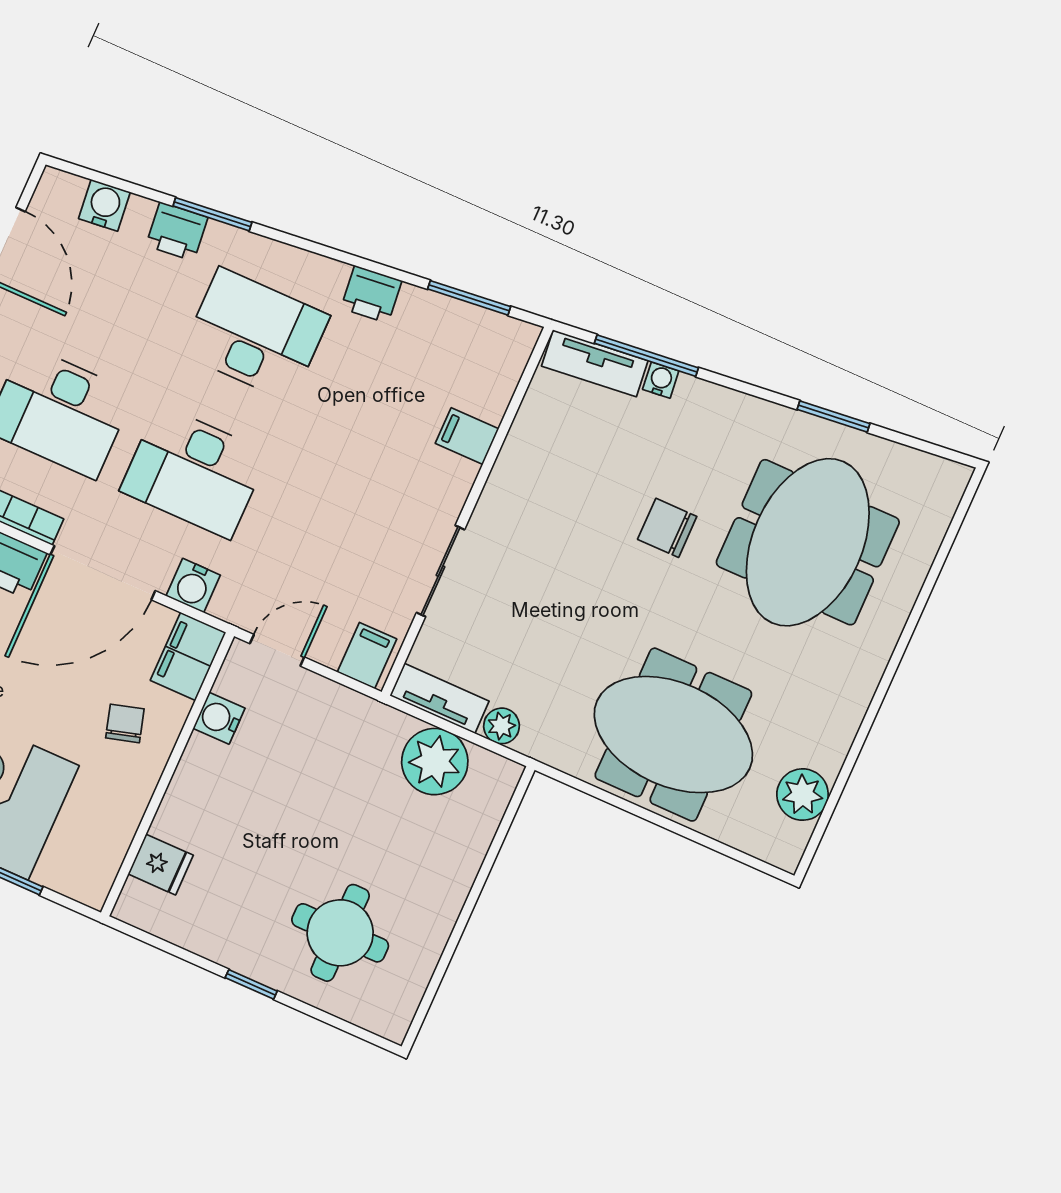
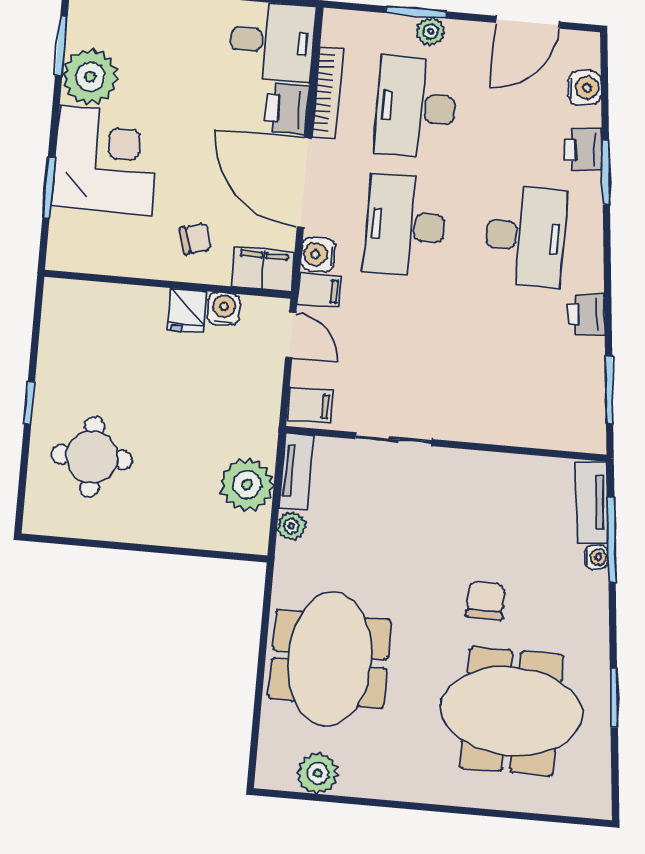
filing cabinet: (467, 436) -> (319, 290), moved, turned 90
fridge: (161, 865) -> (187, 311), moved

